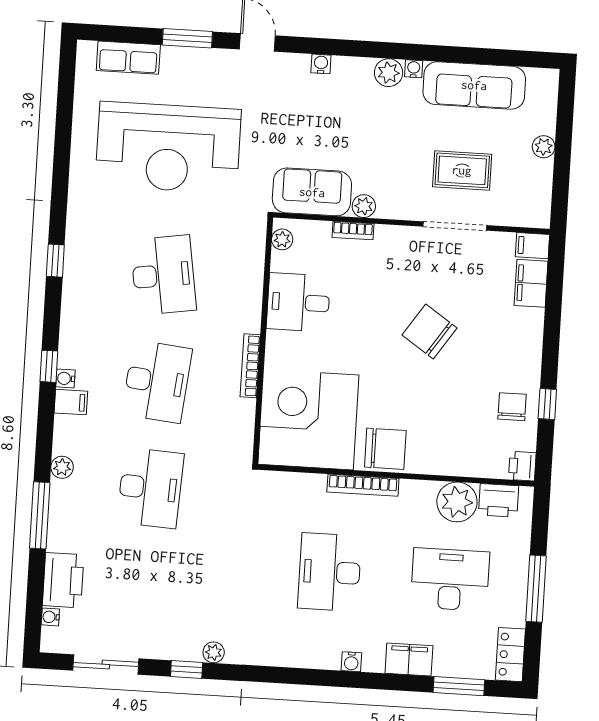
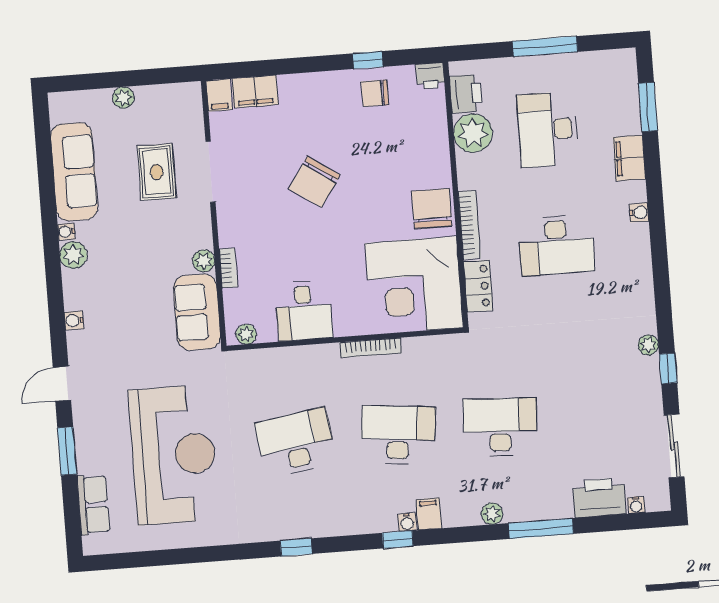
locker: (510, 655) -> (478, 286), moved, turned -90

